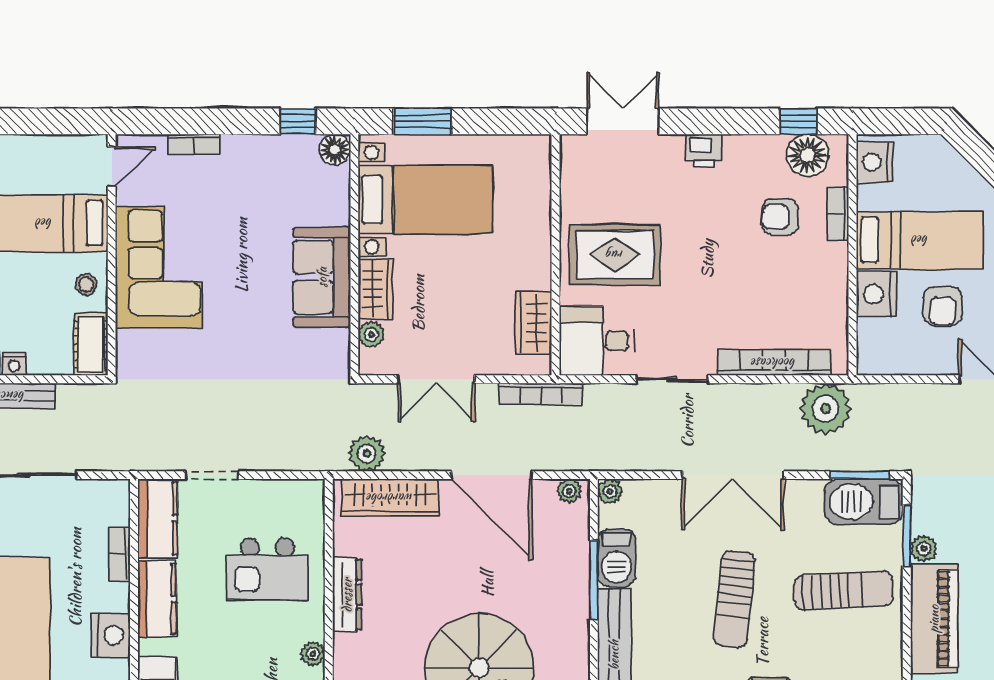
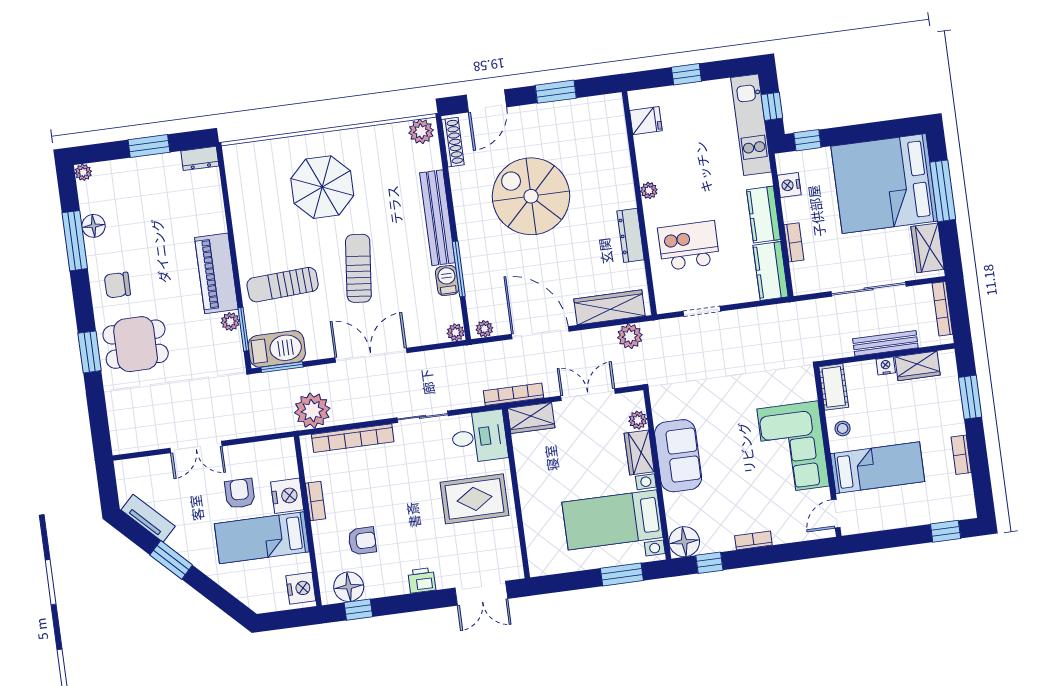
bookcase: (194, 144) -> (753, 540), moved
floor lamp: (335, 150) -> (684, 542), width x1.38, depth x1.38
bookcase: (838, 214) -> (316, 501), moved
wardrobe: (534, 323) -> (531, 418), moved, turned 90
doorway: (212, 475) -> (702, 311), moved
barbecue: (616, 558) -> (447, 281), width x0.73, depth x0.79
nightstand: (111, 635) -> (789, 185), width x0.74, depth x0.75

